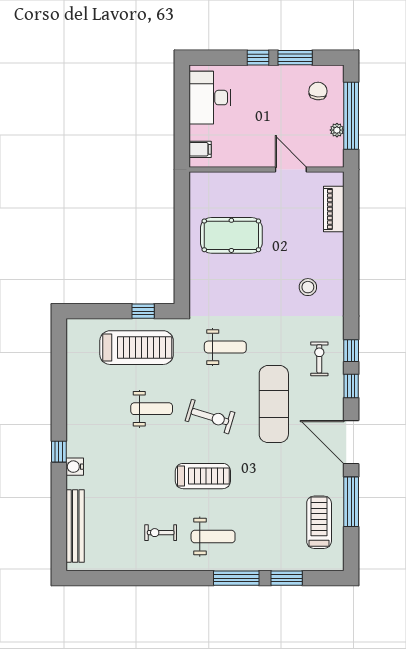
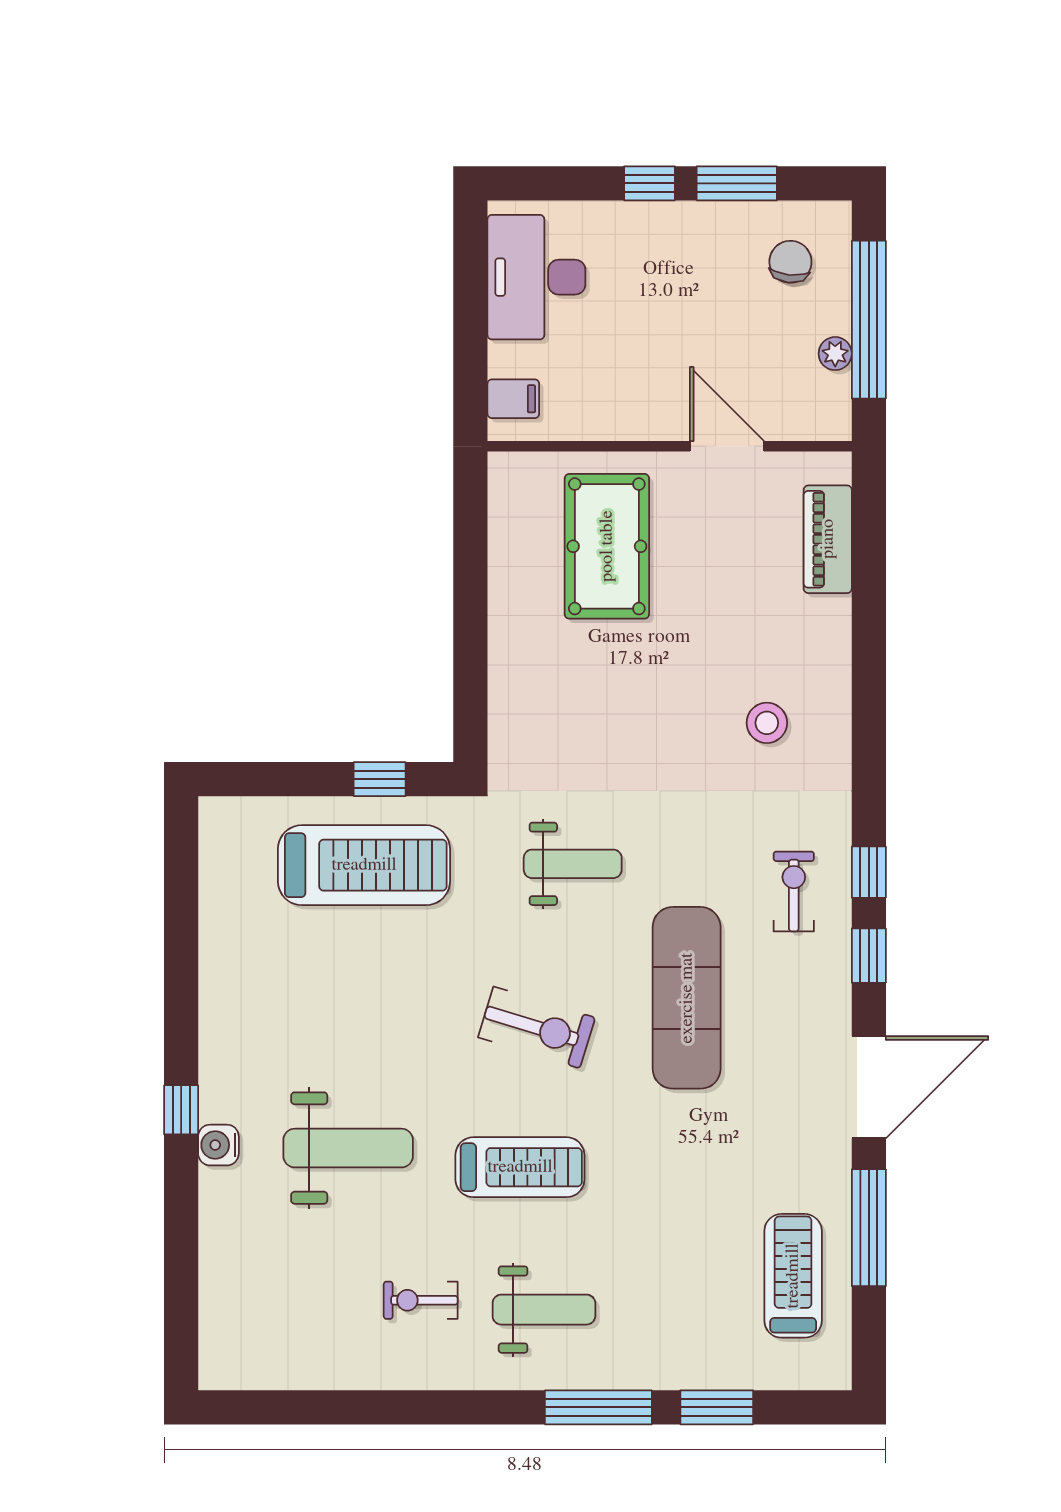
pool table: (231, 235) -> (607, 546), moved, turned 90
weight bench: (152, 409) -> (348, 1148), moved, width x1.36, depth x1.33
door: (351, 442) -> (869, 1087), swing flipped
bench: (75, 526) -> (219, 1285), removed

